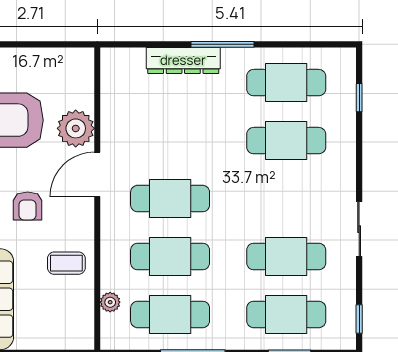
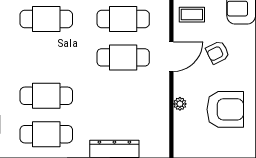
plant: (76, 128) -> (180, 104), width x0.53, depth x0.53
door: (97, 174) -> (171, 57), moved
armchair: (28, 206) -> (218, 52), turned -116

